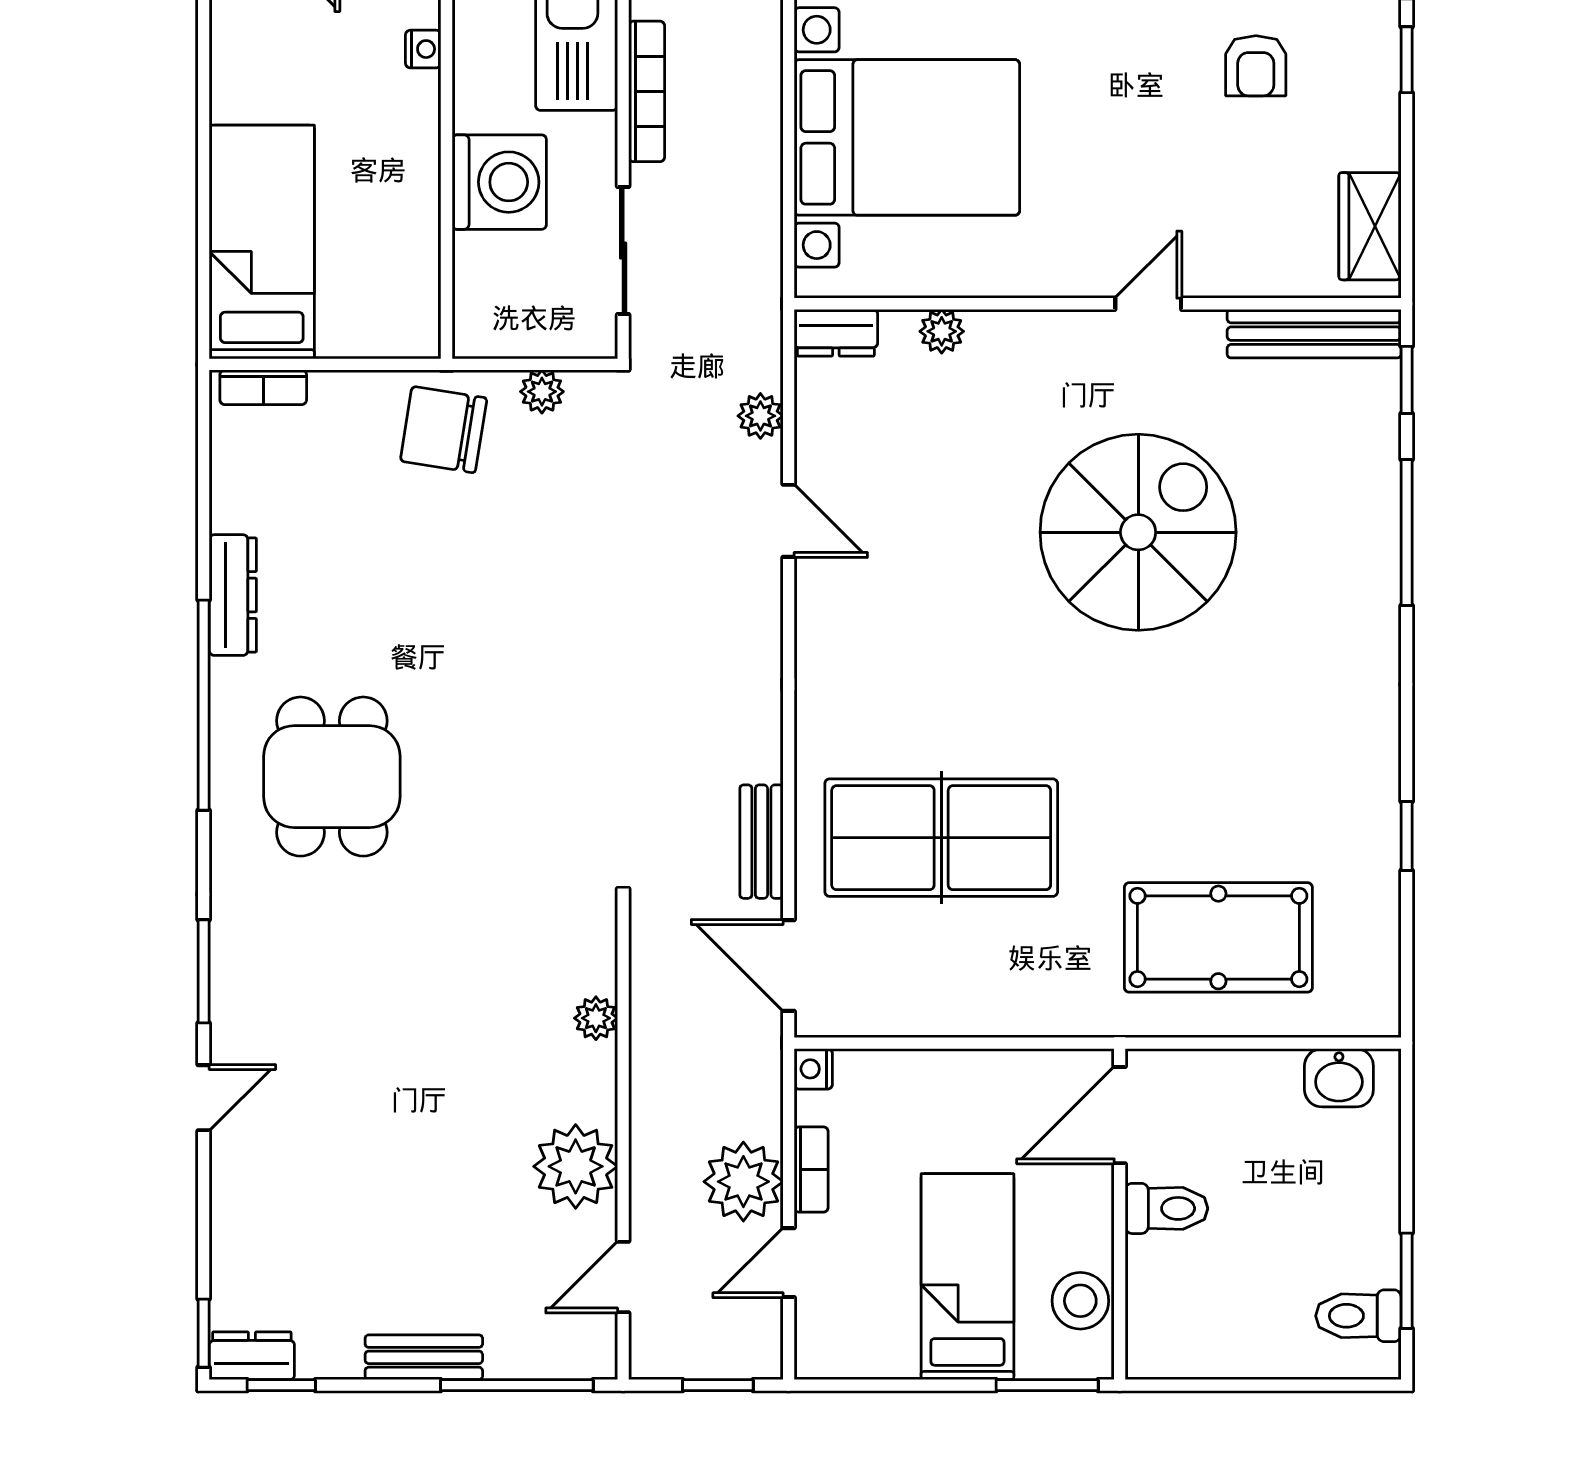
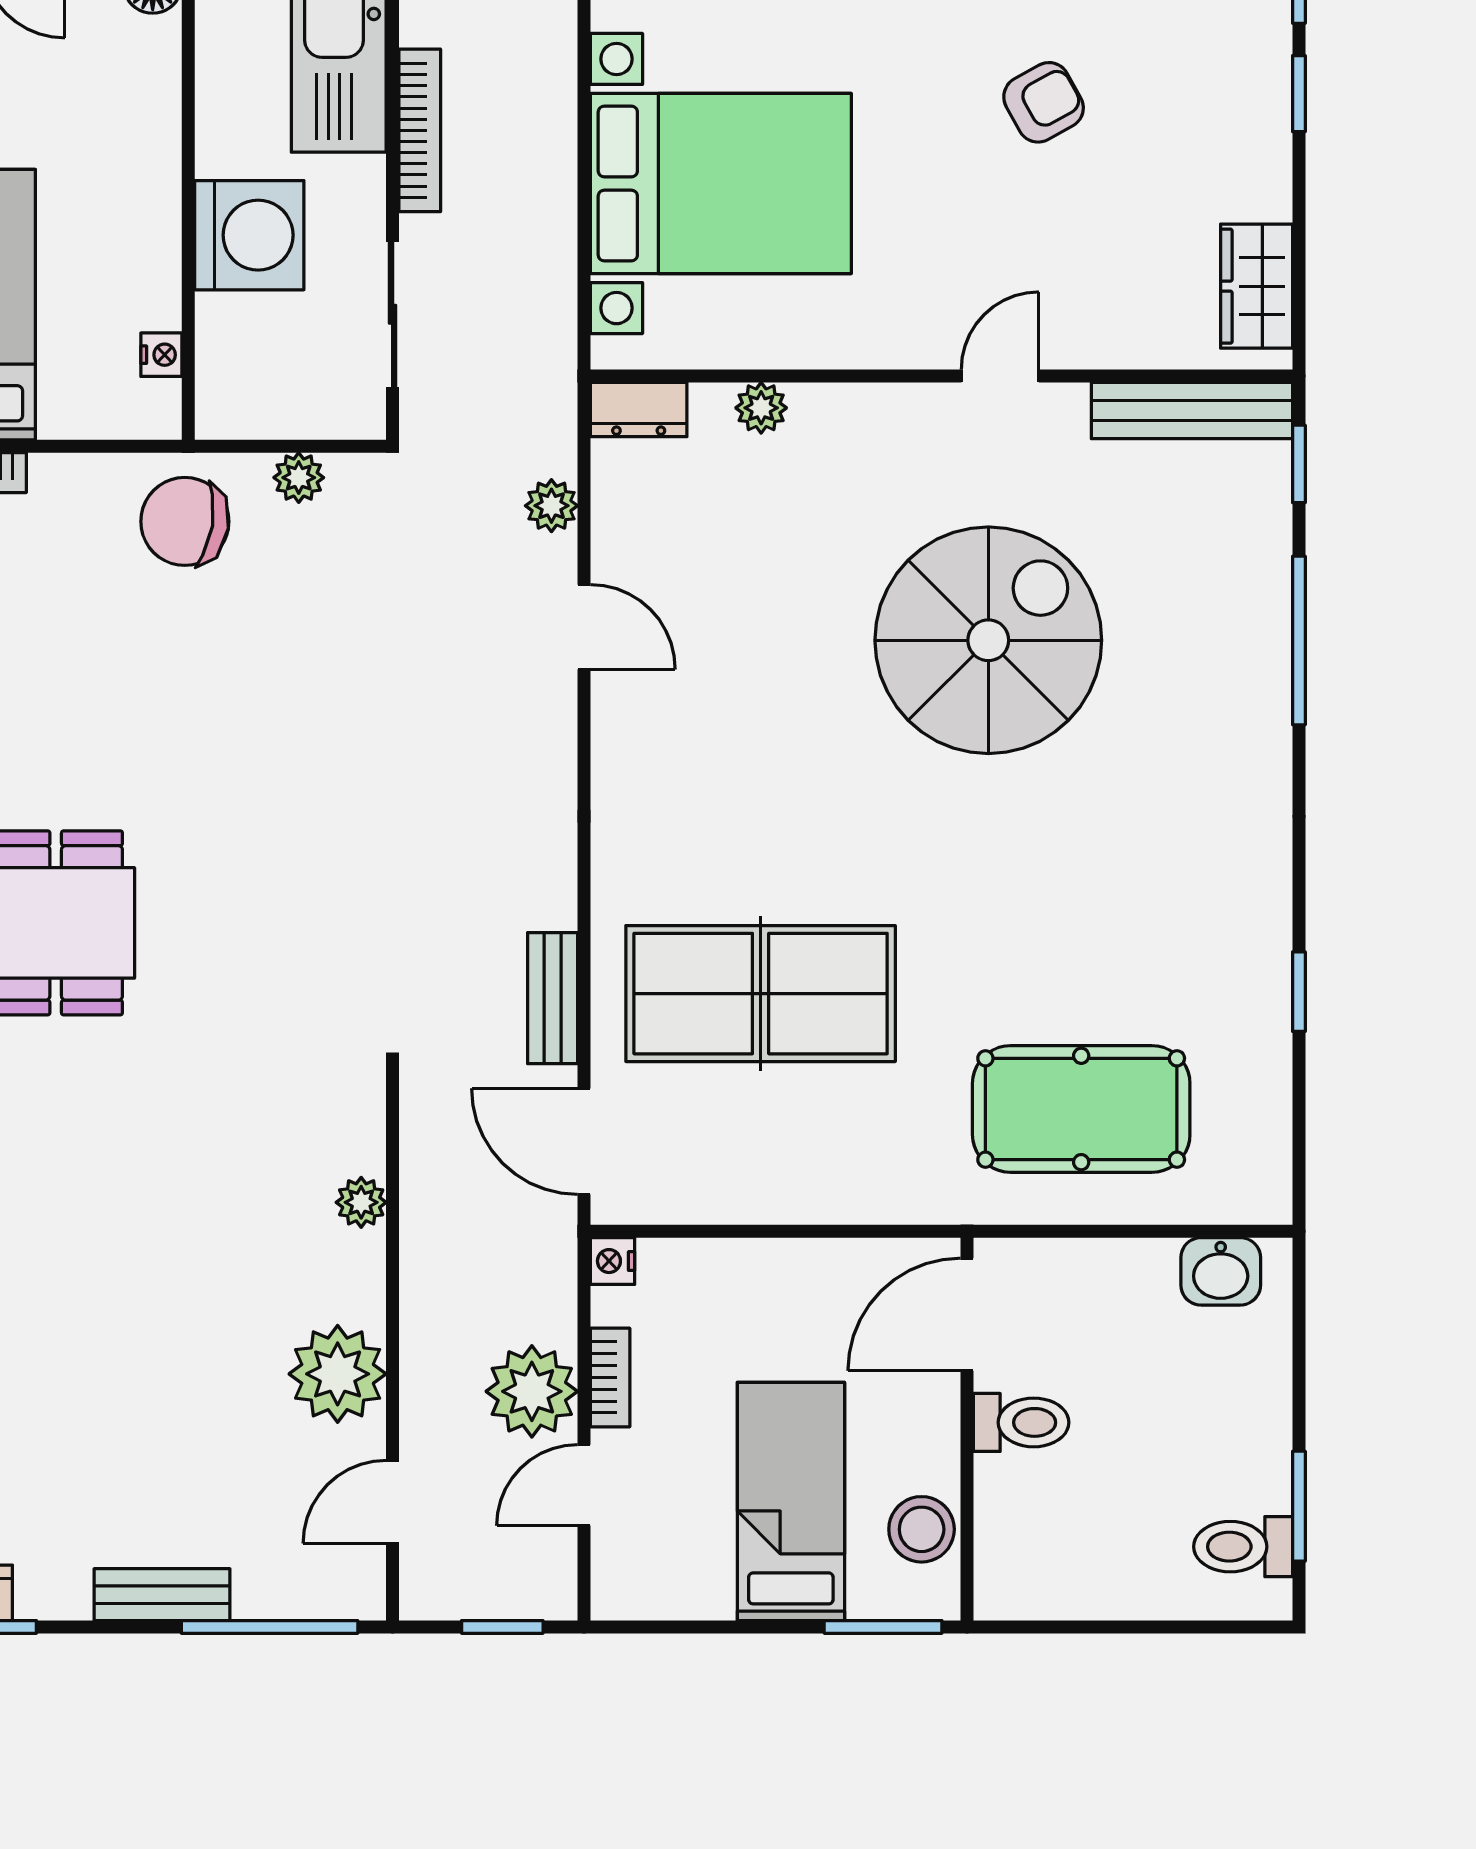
nightstand: (423, 49) -> (161, 355), moved
armchair: (1256, 66) -> (1044, 102), moved, turned -119

